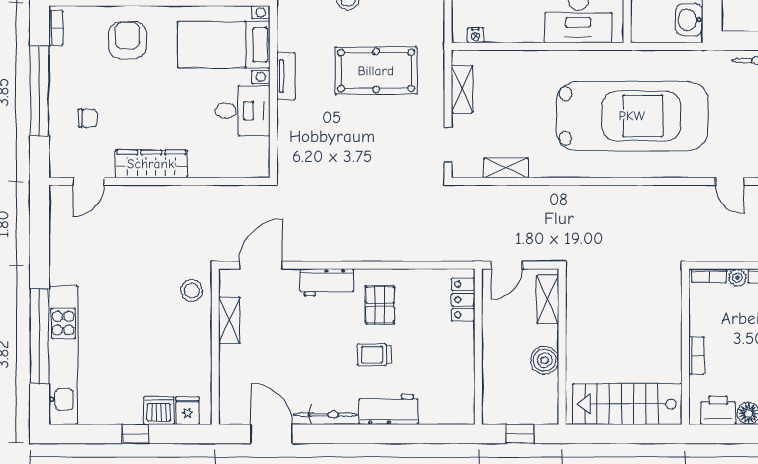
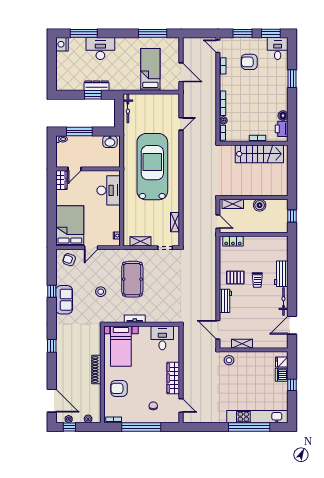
desk: (243, 111) -> (162, 338), moved
stairs: (627, 404) -> (259, 154), moved, turned -90

